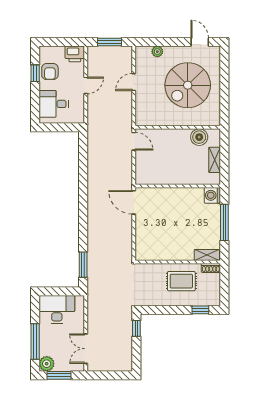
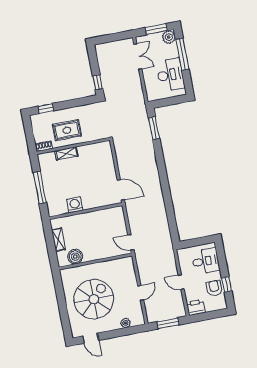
door: (86, 85) -> (181, 282), hinge flipped
washing machine: (212, 195) -> (75, 205), moved, turned -90
shelving: (207, 255) -> (66, 153), moved
desk: (57, 309) -> (170, 75), moved, turned -90

